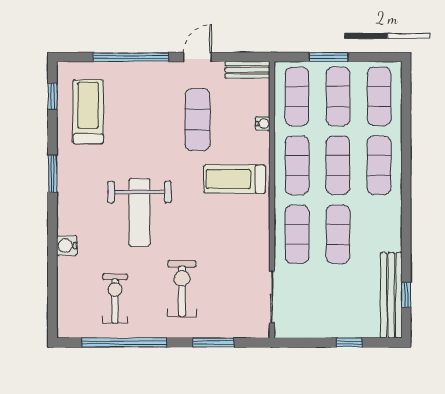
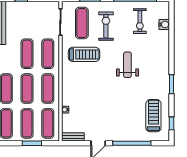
treadmill: (88, 112) -> (153, 116), turned 180
exercise mat: (198, 120) -> (82, 23), moved
treadmill: (234, 179) -> (84, 54), moved
weight bench: (139, 212) -> (127, 65), width x0.73, depth x0.75
water cooler: (67, 246) -> (164, 24), moved
exercise bike: (182, 288) -> (106, 26), turned 180

